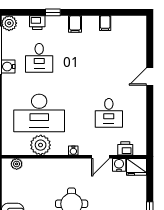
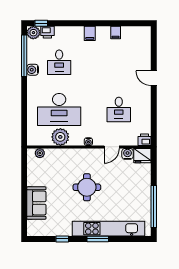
window: (53, 12) -> (41, 23), moved
printer: (37, 23) -> (47, 32), moved
door: (150, 76) -> (154, 78), hinge flipped
printer: (125, 148) -> (145, 140), moved

